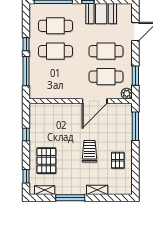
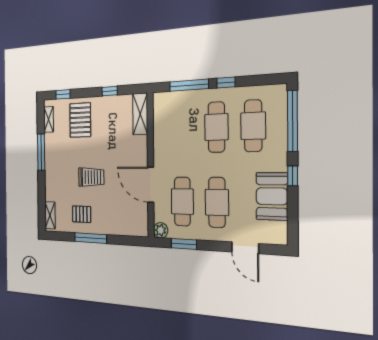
shelving: (44, 109) -> (140, 114), added
window: (135, 126) -> (91, 238), moved
pallet: (46, 161) -> (80, 120), turned 90
shelving: (97, 190) -> (50, 215), moved

